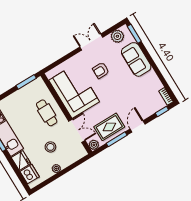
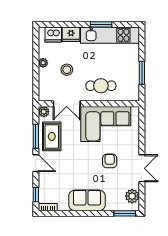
sofa: (136, 59) -> (87, 200), moved
window: (26, 82) -> (142, 73), moved

